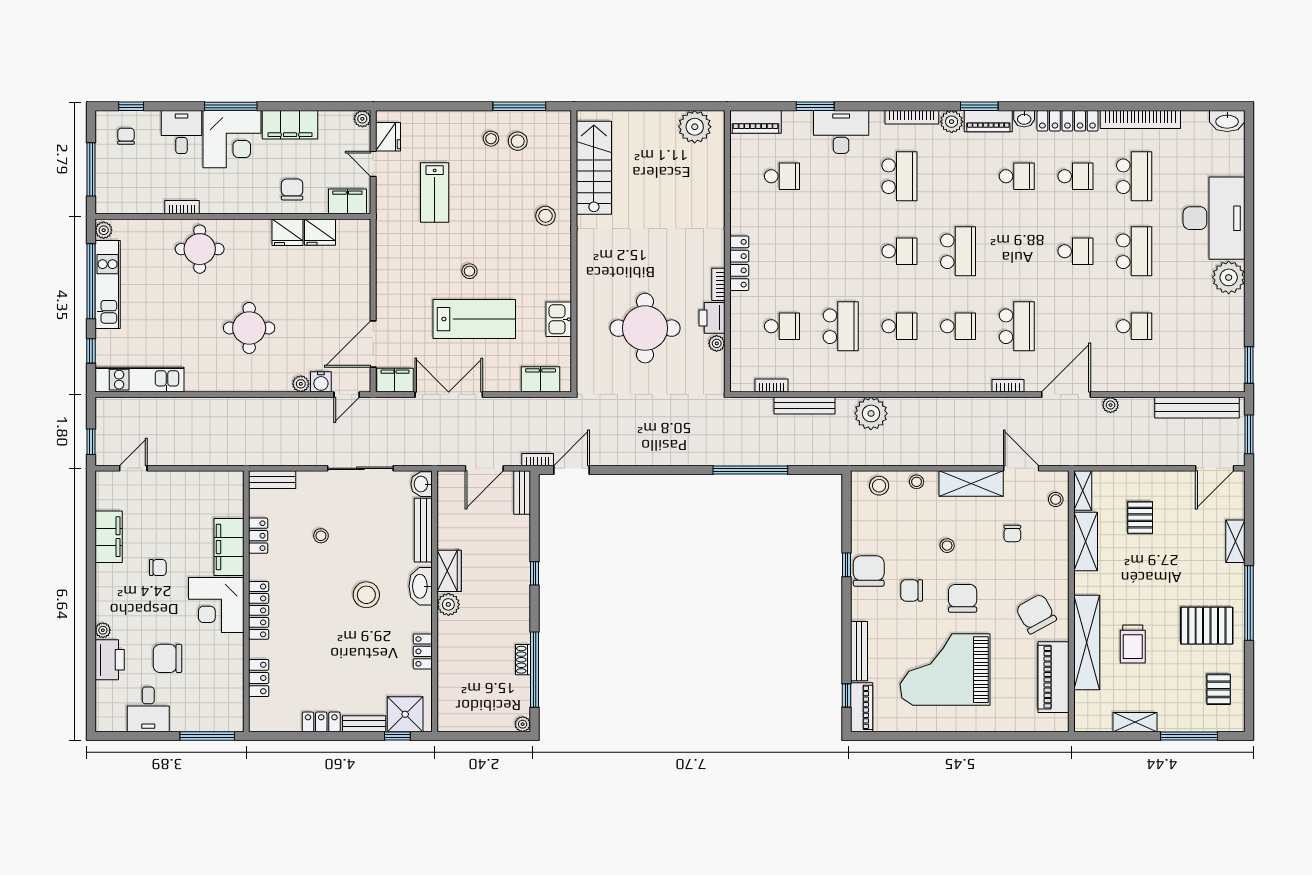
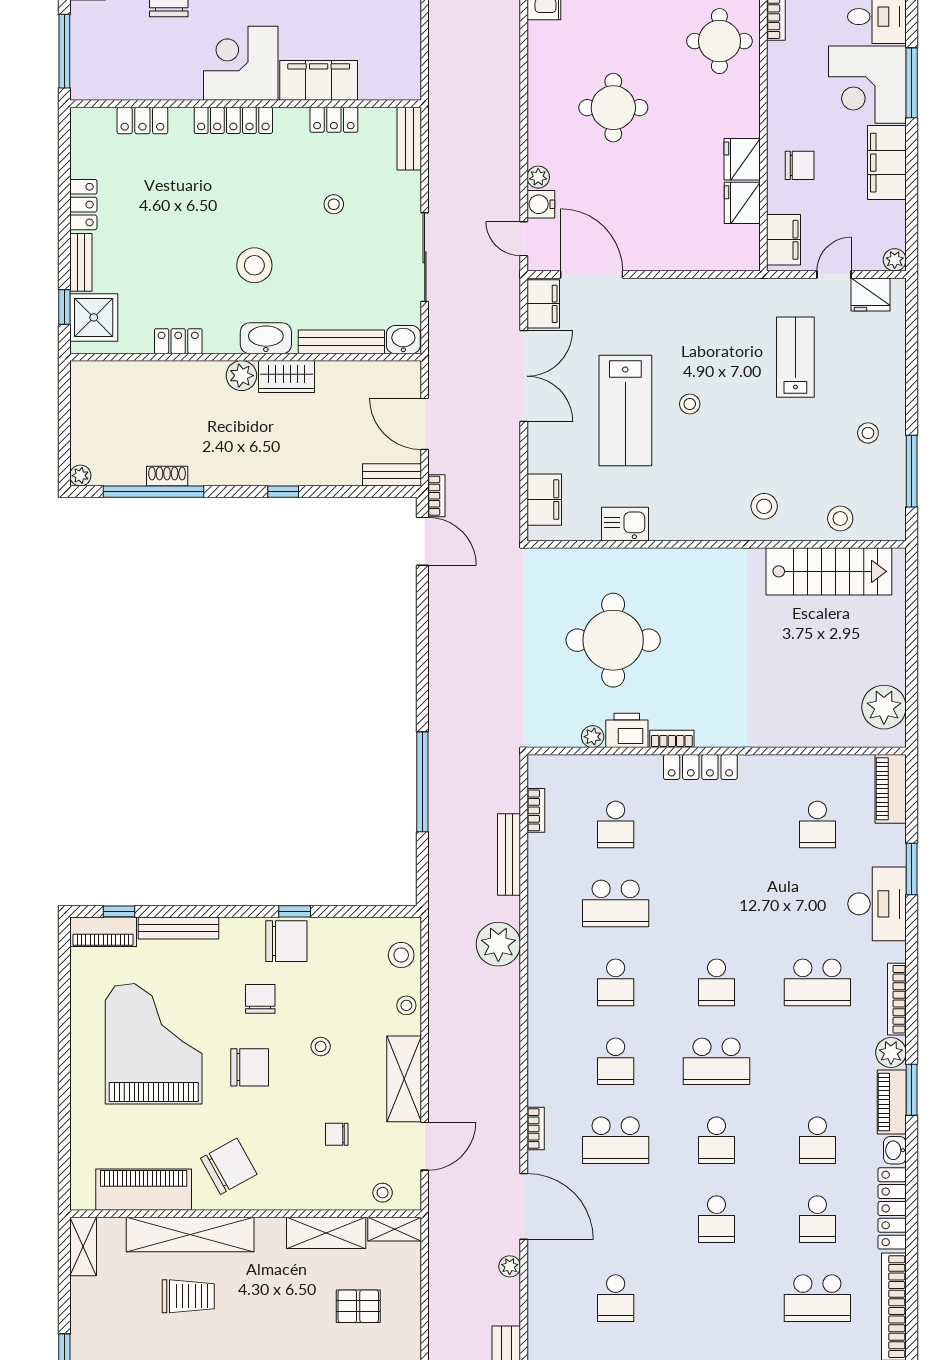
stool: (518, 141) -> (840, 518), moved
lab bench: (435, 193) -> (795, 357), turned 90
school desk: (1134, 251) -> (717, 1140), moved, width x0.54
trolley: (1133, 644) -> (188, 1296), turned 180
shelving: (1135, 722) -> (83, 1246), moved

